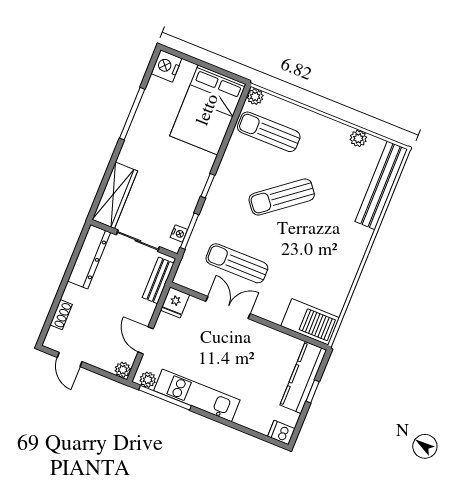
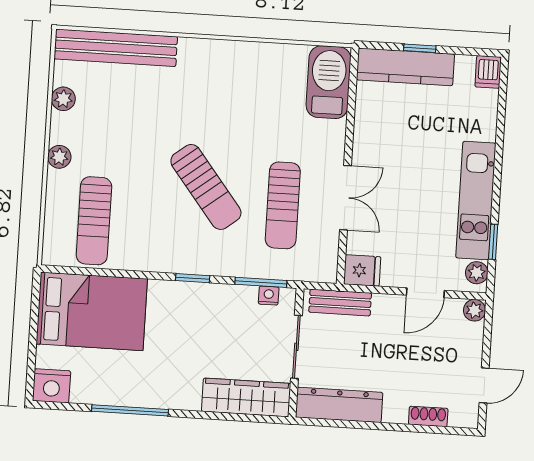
plant: (255, 97) -> (59, 157), moved
sun lounger: (282, 197) -> (206, 187), moved
double door: (228, 308) -> (346, 198), swing flipped
window: (165, 398) -> (493, 242), width x0.46

